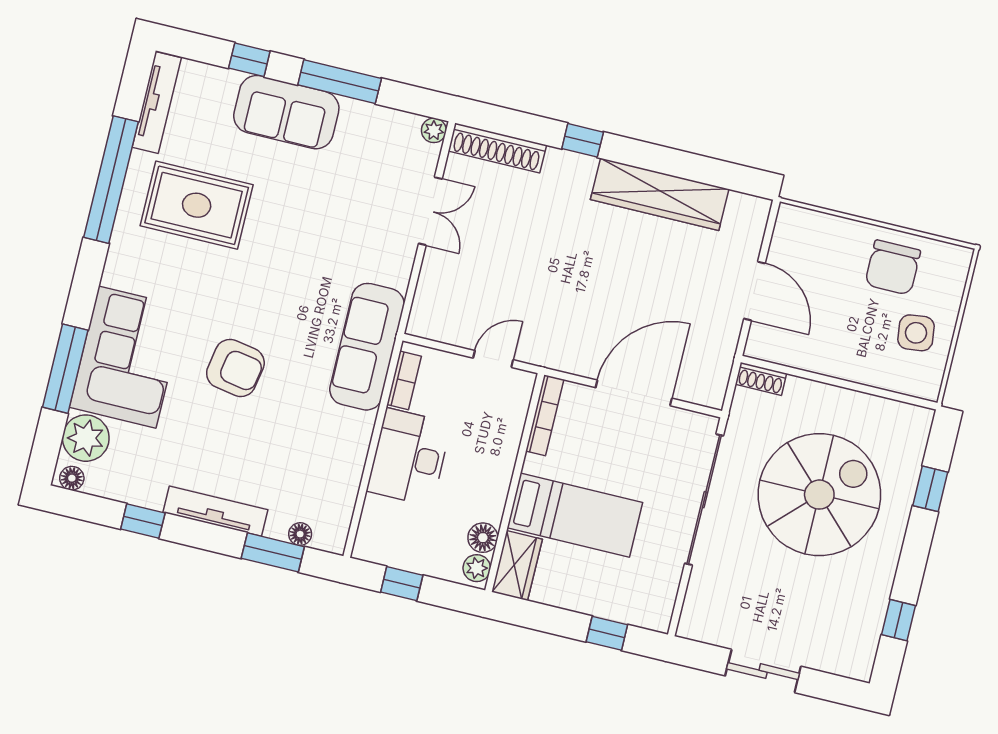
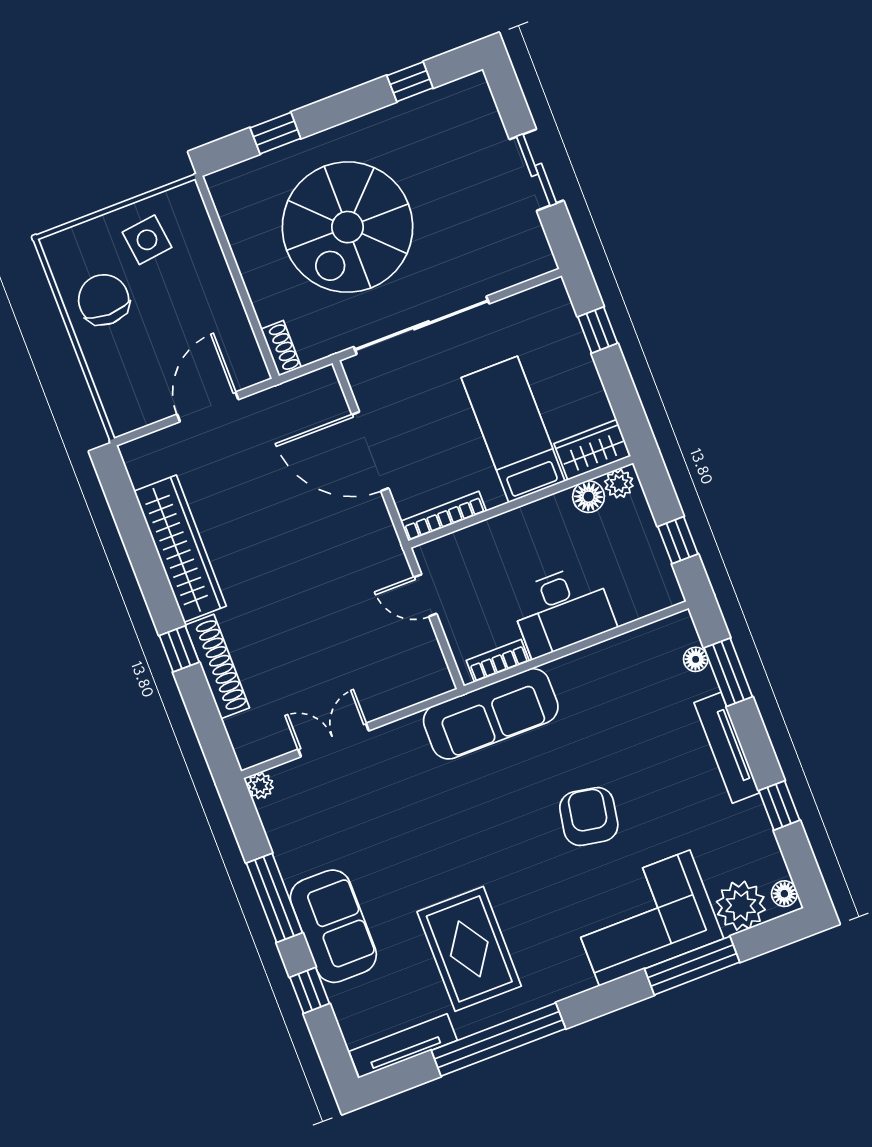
shoe rack: (497, 148) -> (217, 666), moved
chair: (893, 267) -> (104, 300), turned -90
spiral stairs: (819, 495) -> (348, 227), turned -90

